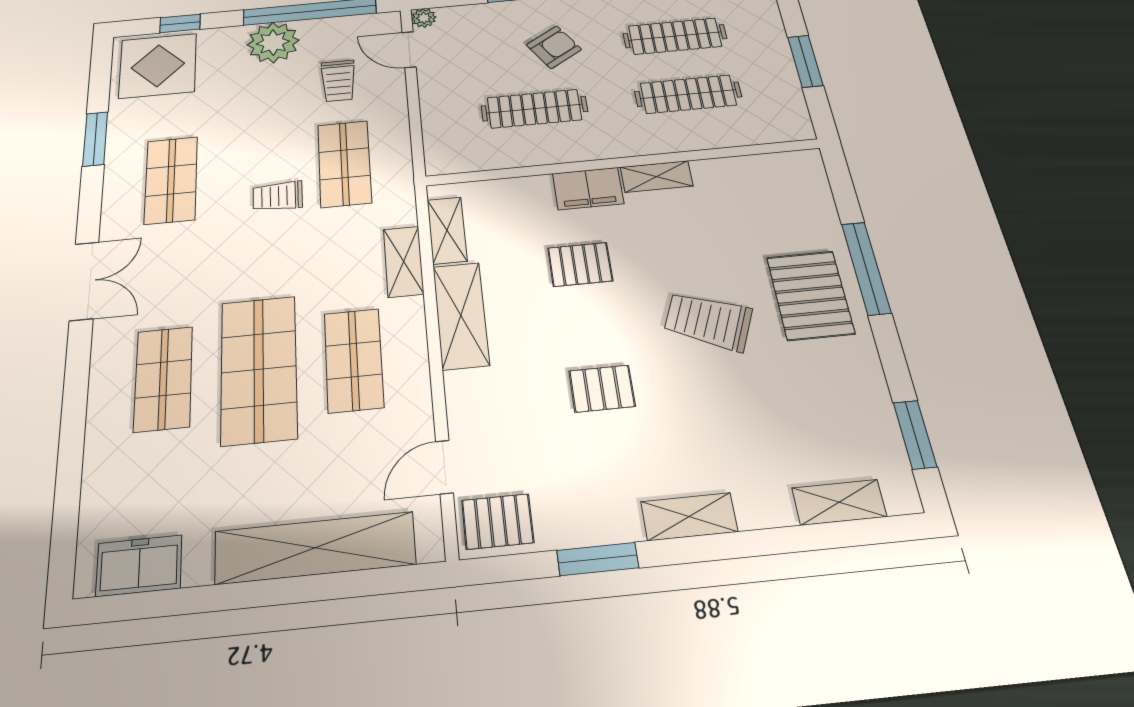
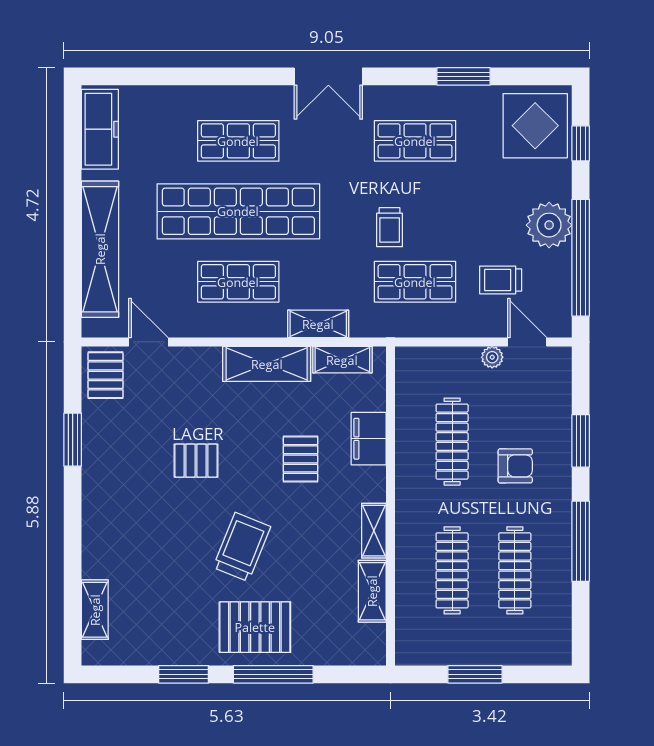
plant: (424, 18) -> (492, 357), moved
armchair: (554, 47) -> (515, 466), turned -58
door: (409, 50) -> (527, 342), hinge flipped
filing cabinet: (588, 189) -> (369, 439), moved
trolley: (278, 196) -> (390, 227), turned 180
shop shelf: (259, 369) -> (238, 211), width x1.40
pallet: (602, 389) -> (196, 461), turned 90
window: (915, 435) -> (183, 674), moved
shelving: (689, 517) -> (372, 591), moved
freezer: (139, 566) -> (100, 129), width x1.40

